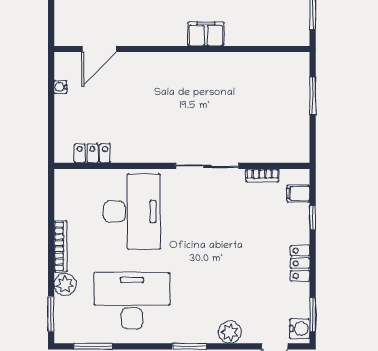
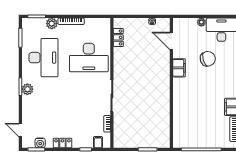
filing cabinet: (206, 34) -> (179, 68), moved
water cooler: (300, 329) -> (40, 143), moved
plant: (230, 332) -> (27, 89), moved

